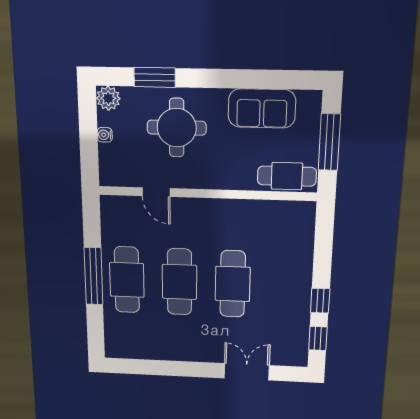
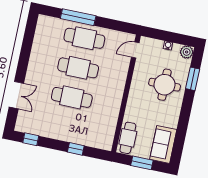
sofa: (262, 108) -> (163, 144), moved
window: (329, 142) -> (142, 163), width x0.69
door: (156, 192) -> (135, 50), moved
window: (94, 276) -> (78, 17), moved
window: (320, 301) -> (76, 149), moved

